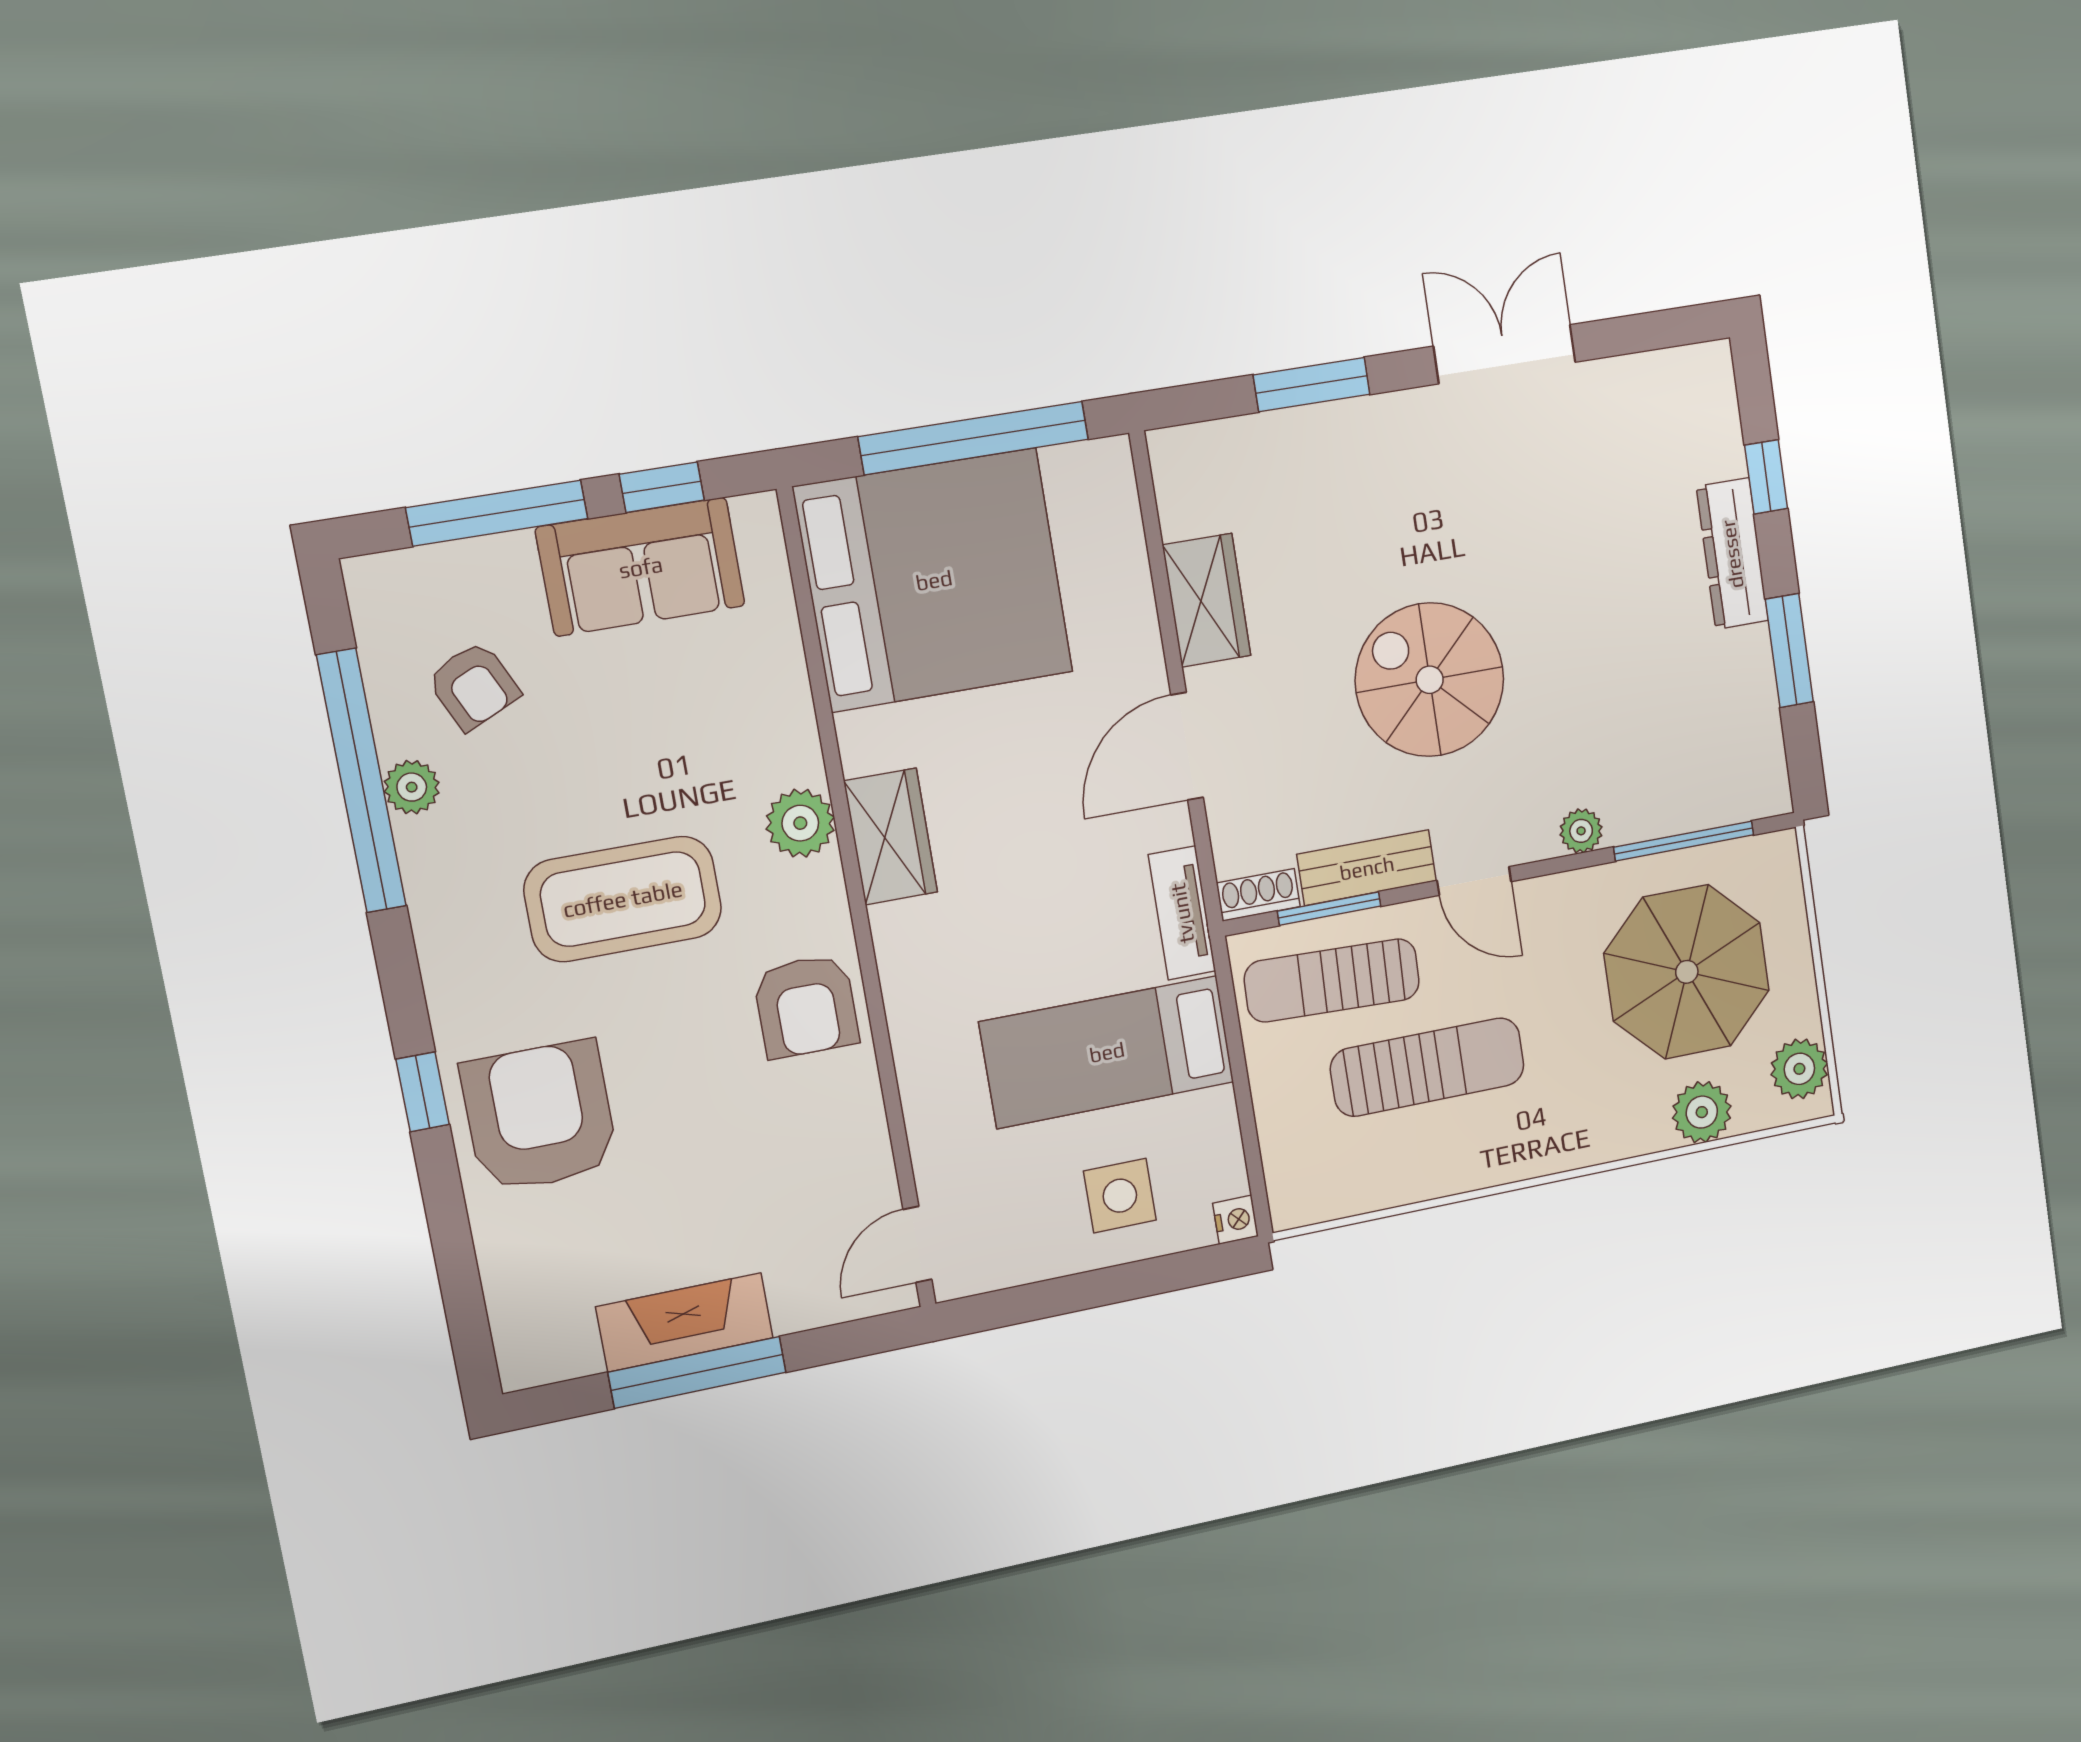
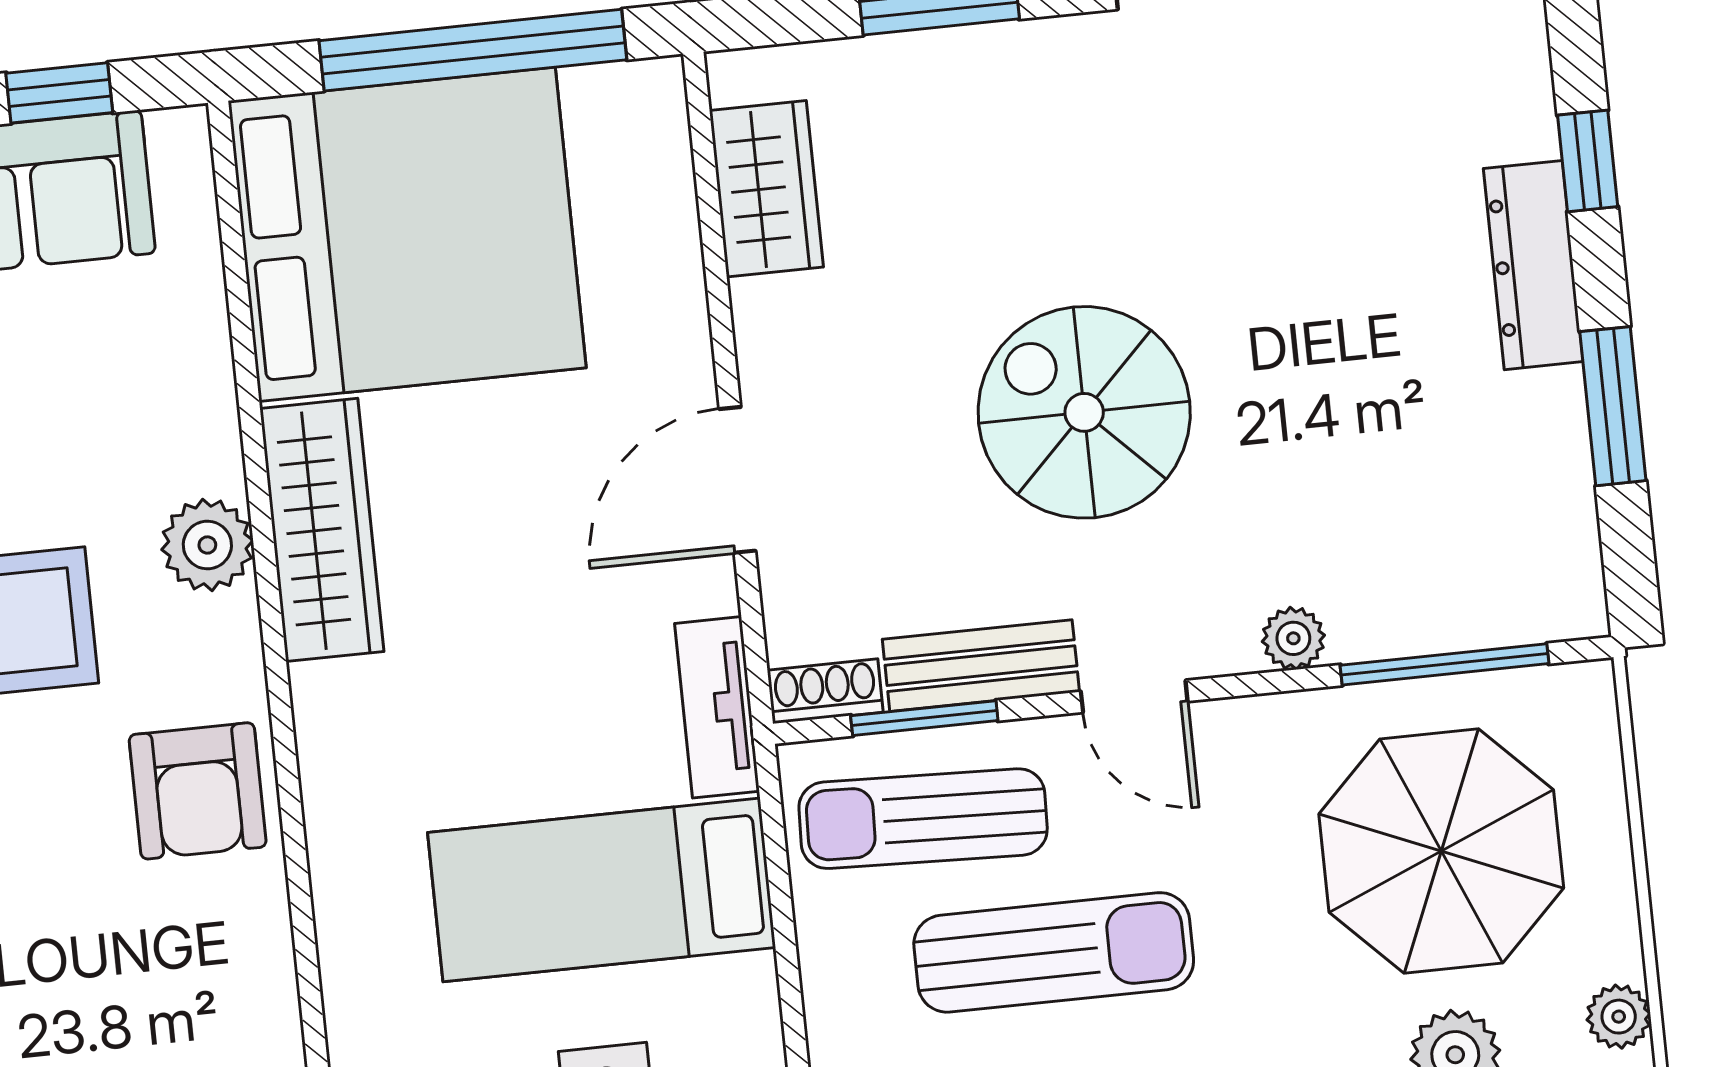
wardrobe: (1207, 600) -> (766, 189), moved
wardrobe: (891, 837) -> (322, 530), width x1.50
plant: (1799, 1069) -> (1619, 1017), width x0.73, depth x0.73

